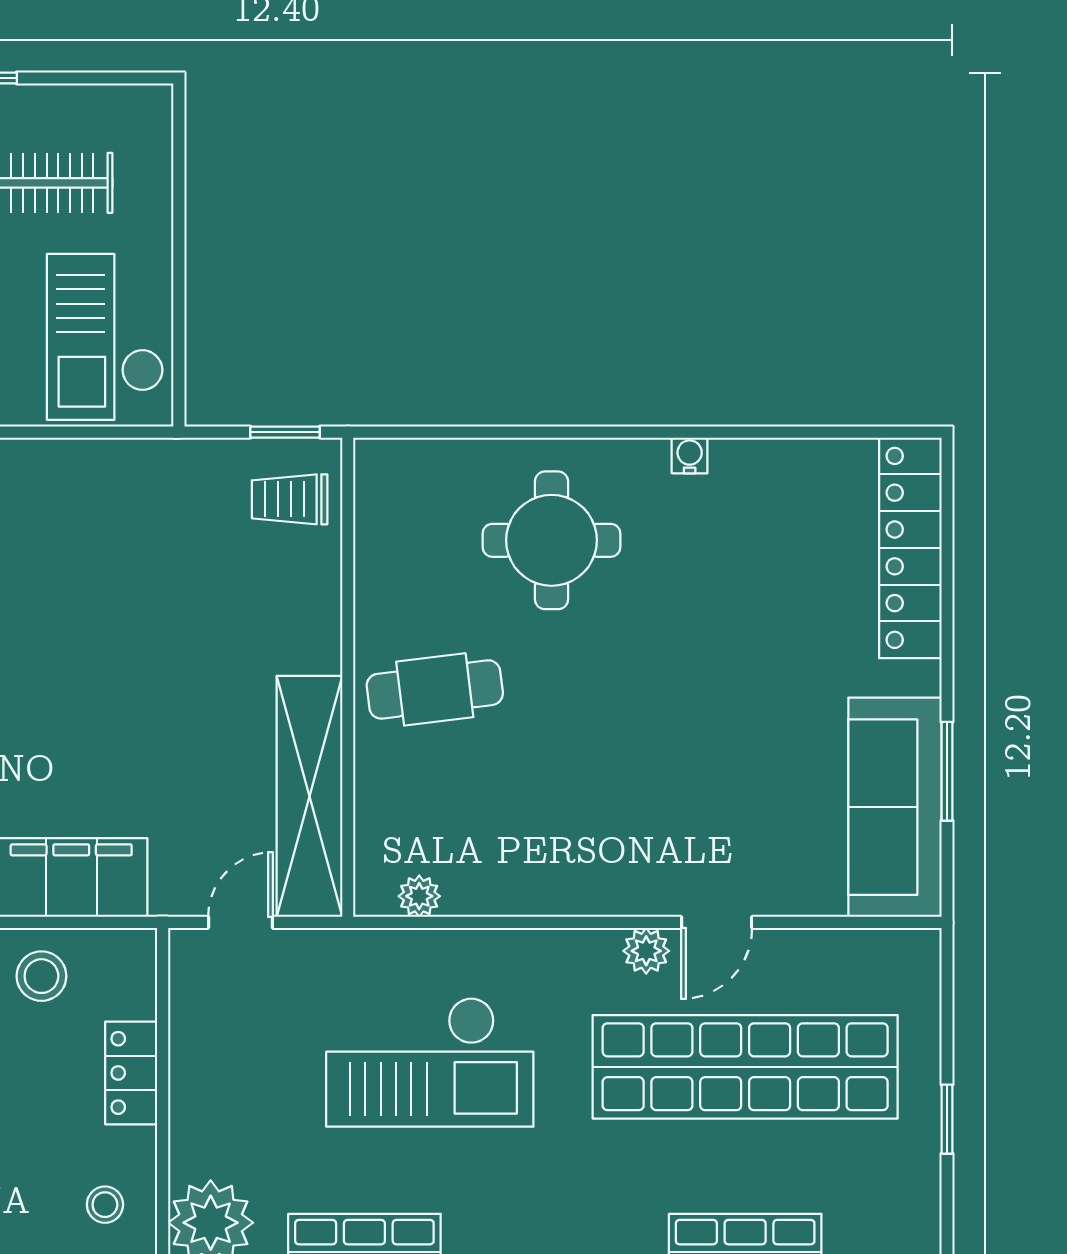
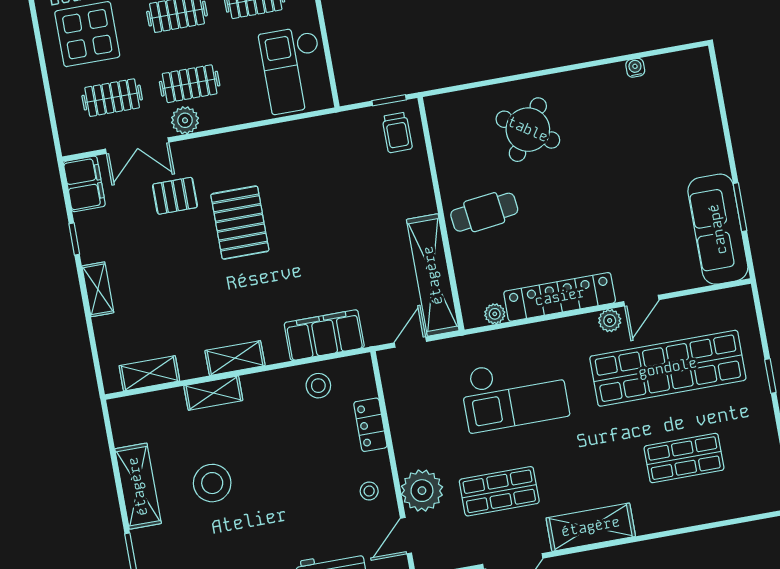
water cooler: (690, 455) -> (635, 68), moved
trolley: (290, 499) -> (397, 133), turned -90
round table: (552, 540) -> (528, 130), turned 34
locker: (910, 548) -> (560, 297), moved, turned 90

